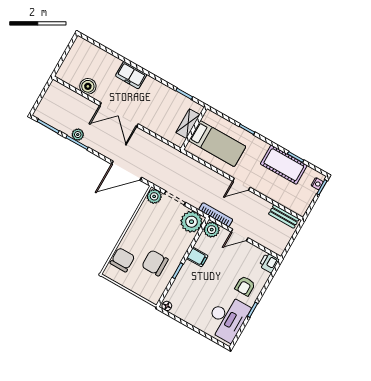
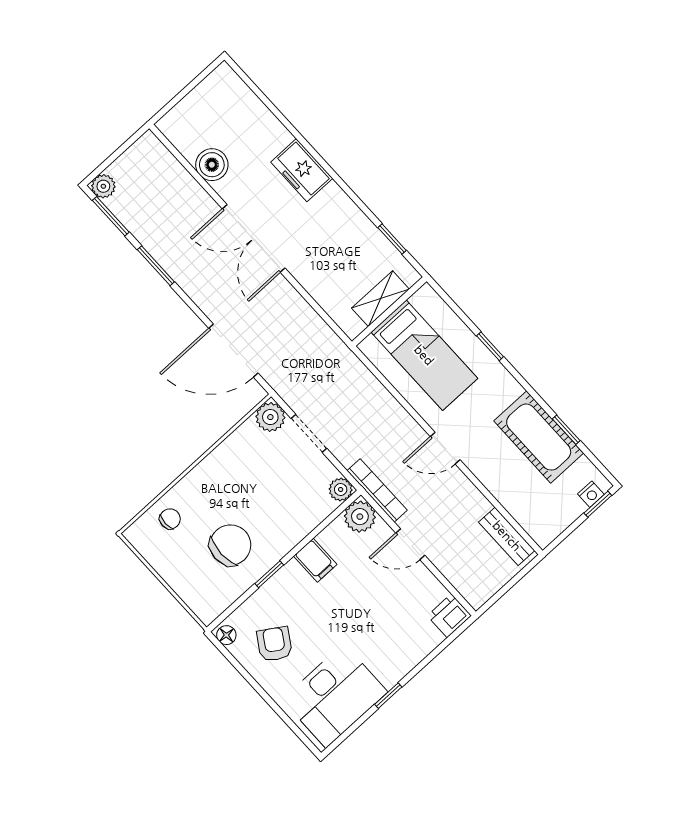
plant: (78, 135) -> (103, 186), moved
plant: (191, 222) -> (341, 489), width x0.53, depth x0.53
chair: (122, 260) -> (170, 519), width x0.54, depth x0.54
chair: (155, 263) -> (230, 545), turned 90
armchair: (245, 286) -> (274, 644), moved, turned 123

